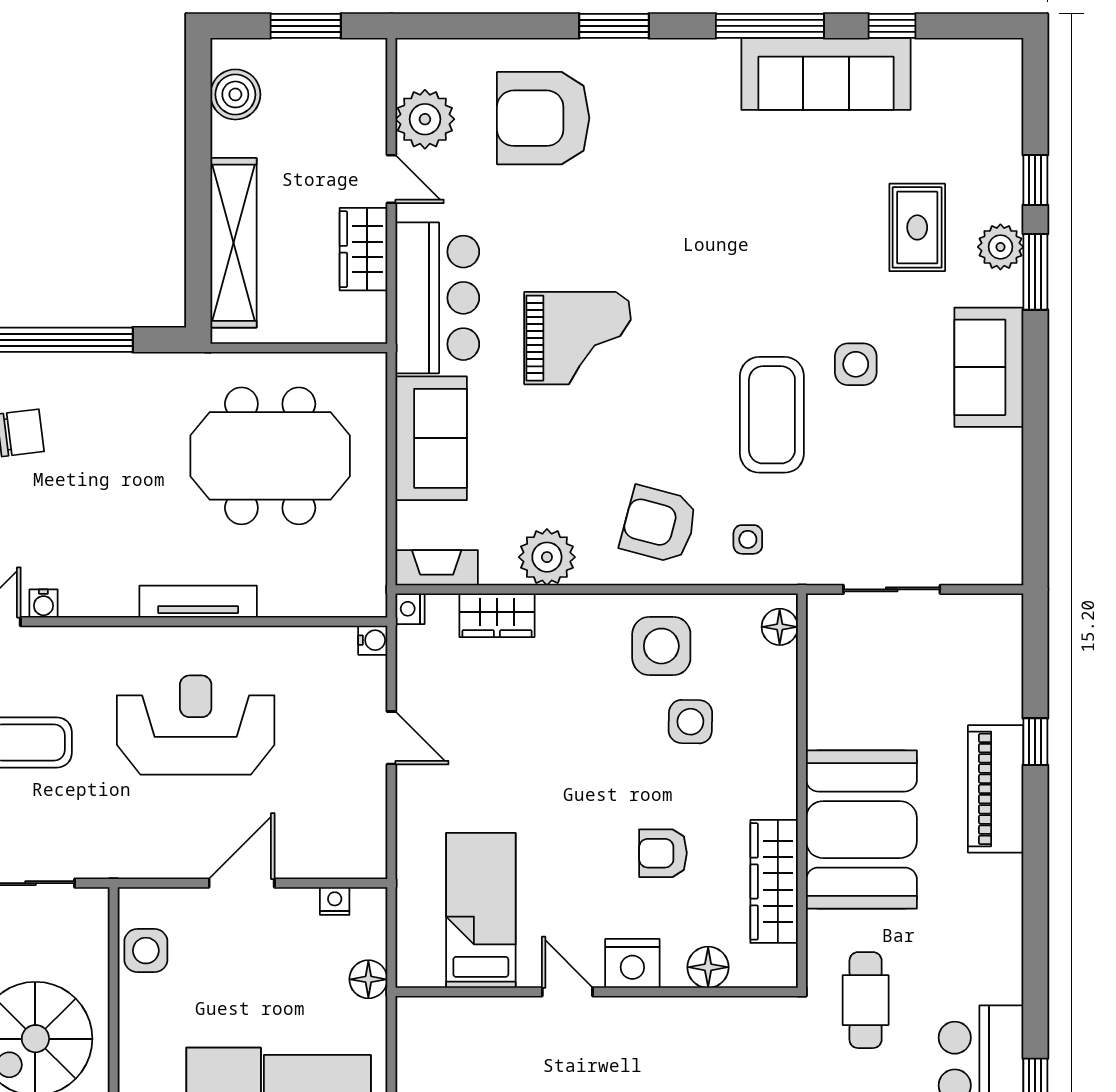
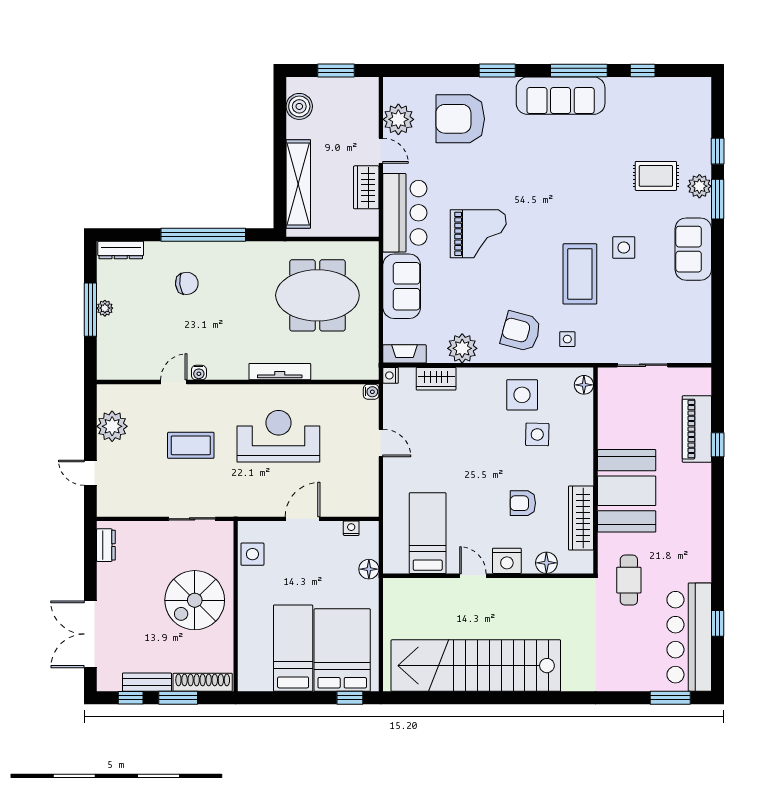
sofa: (826, 74) -> (561, 96), moved
rug: (917, 227) -> (656, 176), turned 90
piano: (996, 789) -> (697, 429), moved

